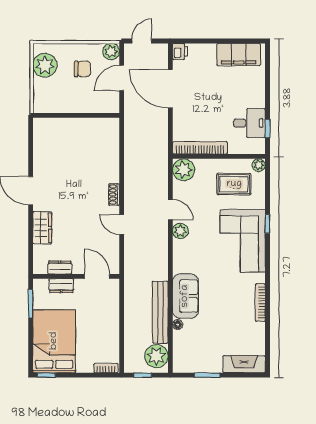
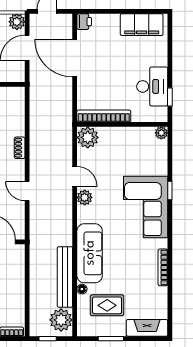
desk: (249, 123) -> (152, 86), width x1.37
rug: (234, 184) -> (107, 305), moved
shoe rack: (114, 195) -> (20, 148), moved
sofa: (185, 296) -> (90, 253), width x1.36

